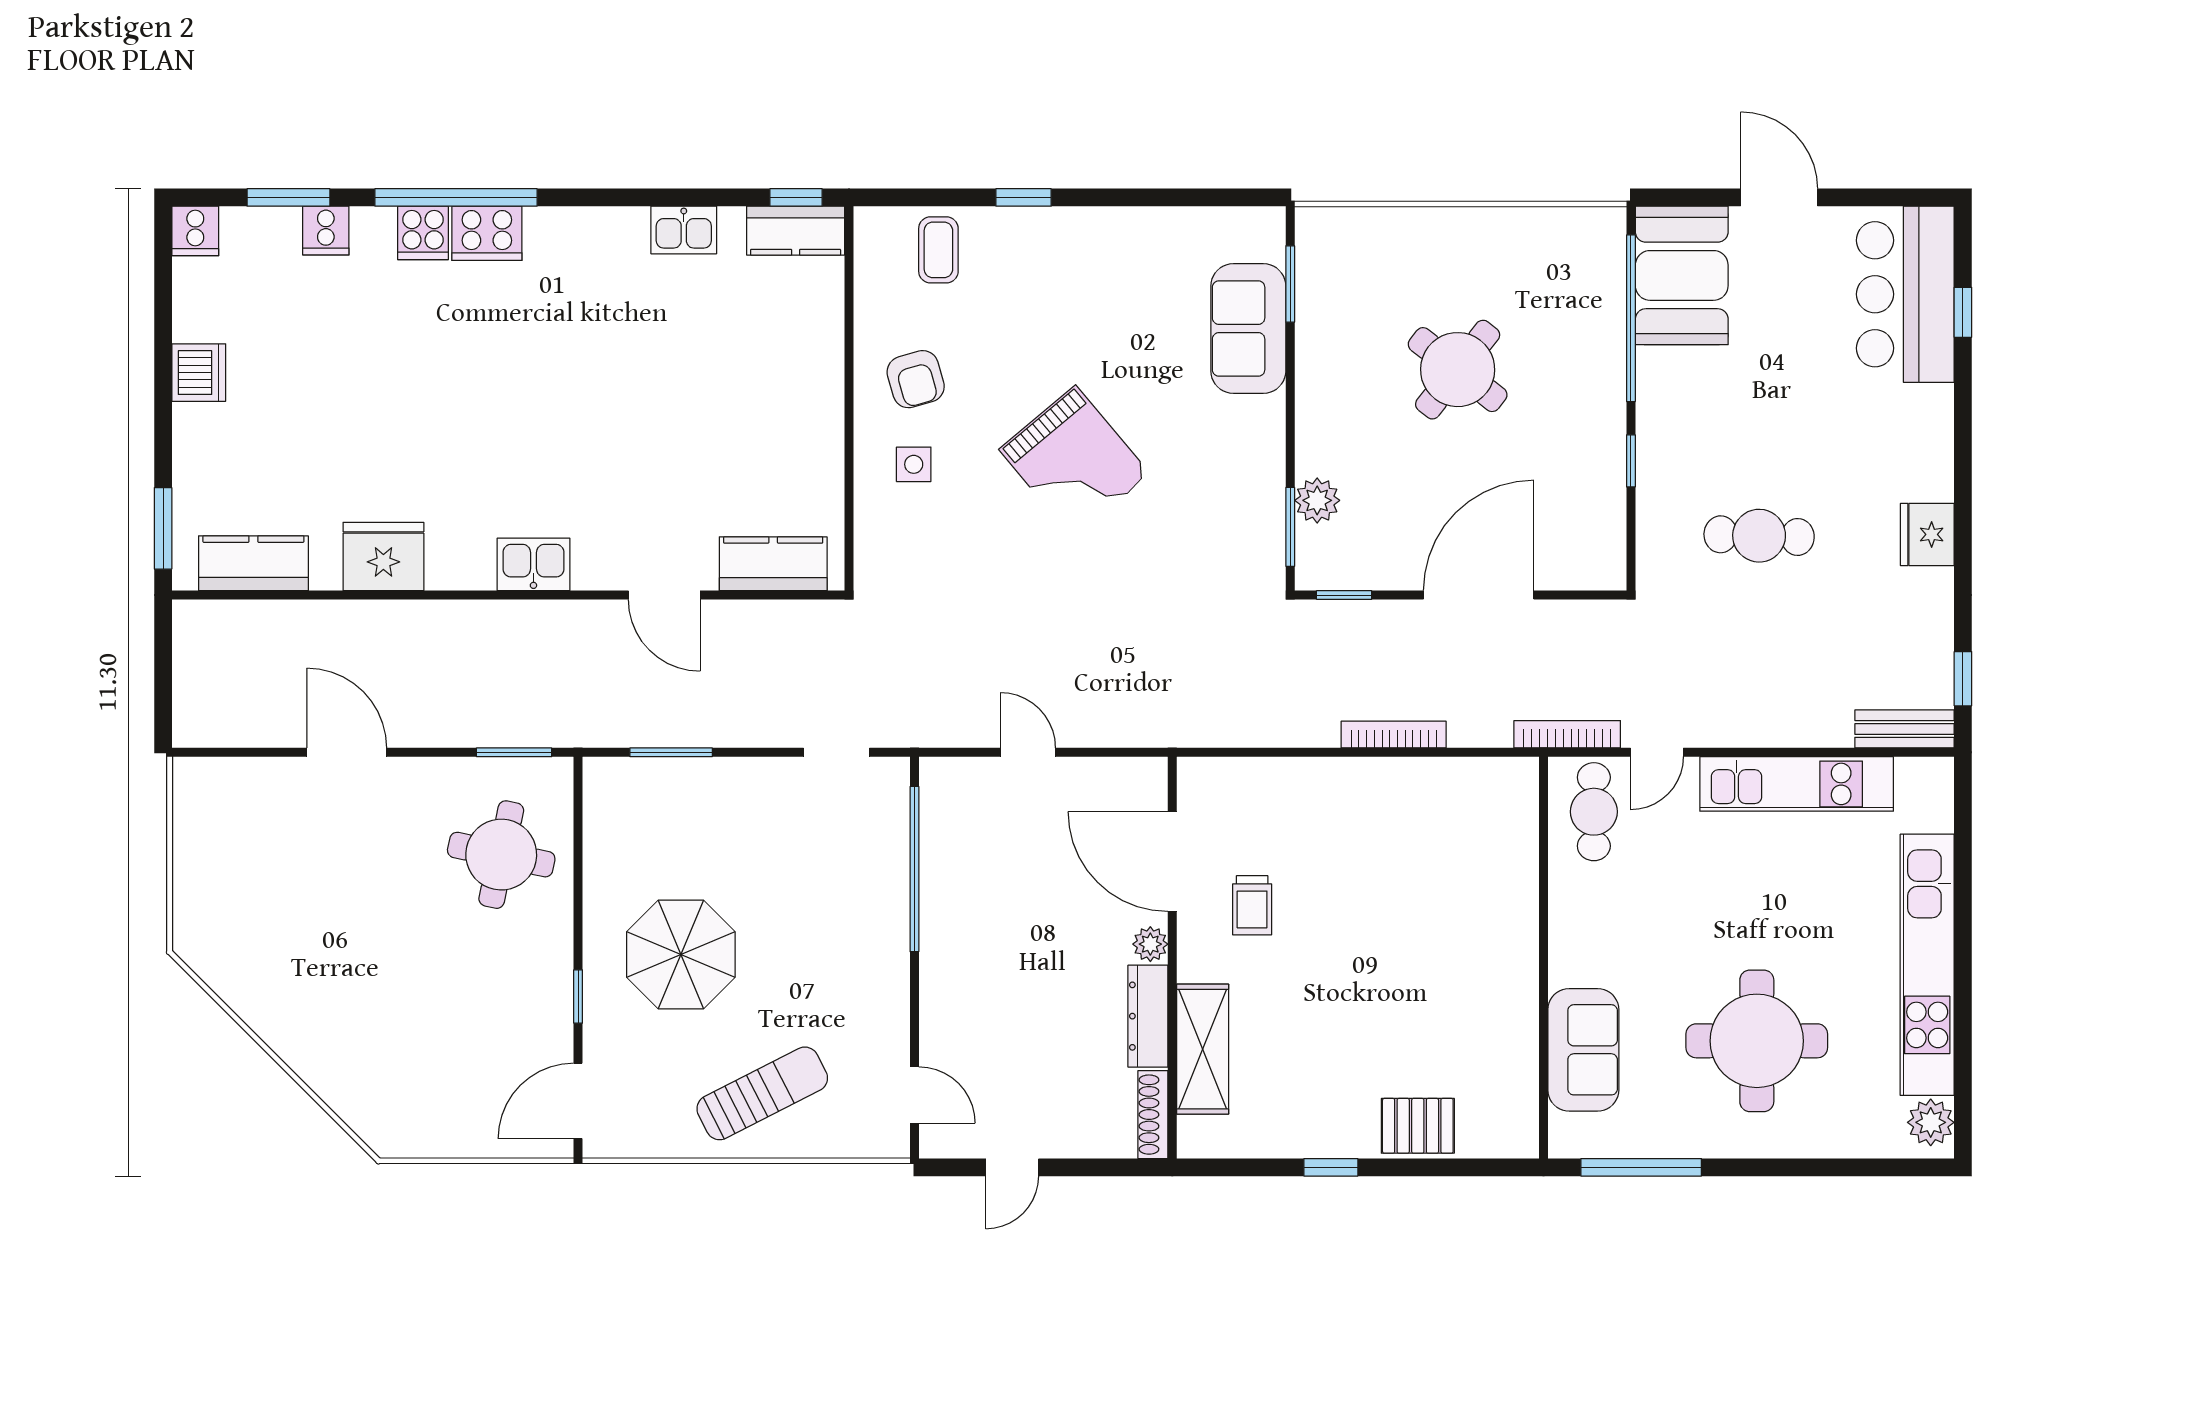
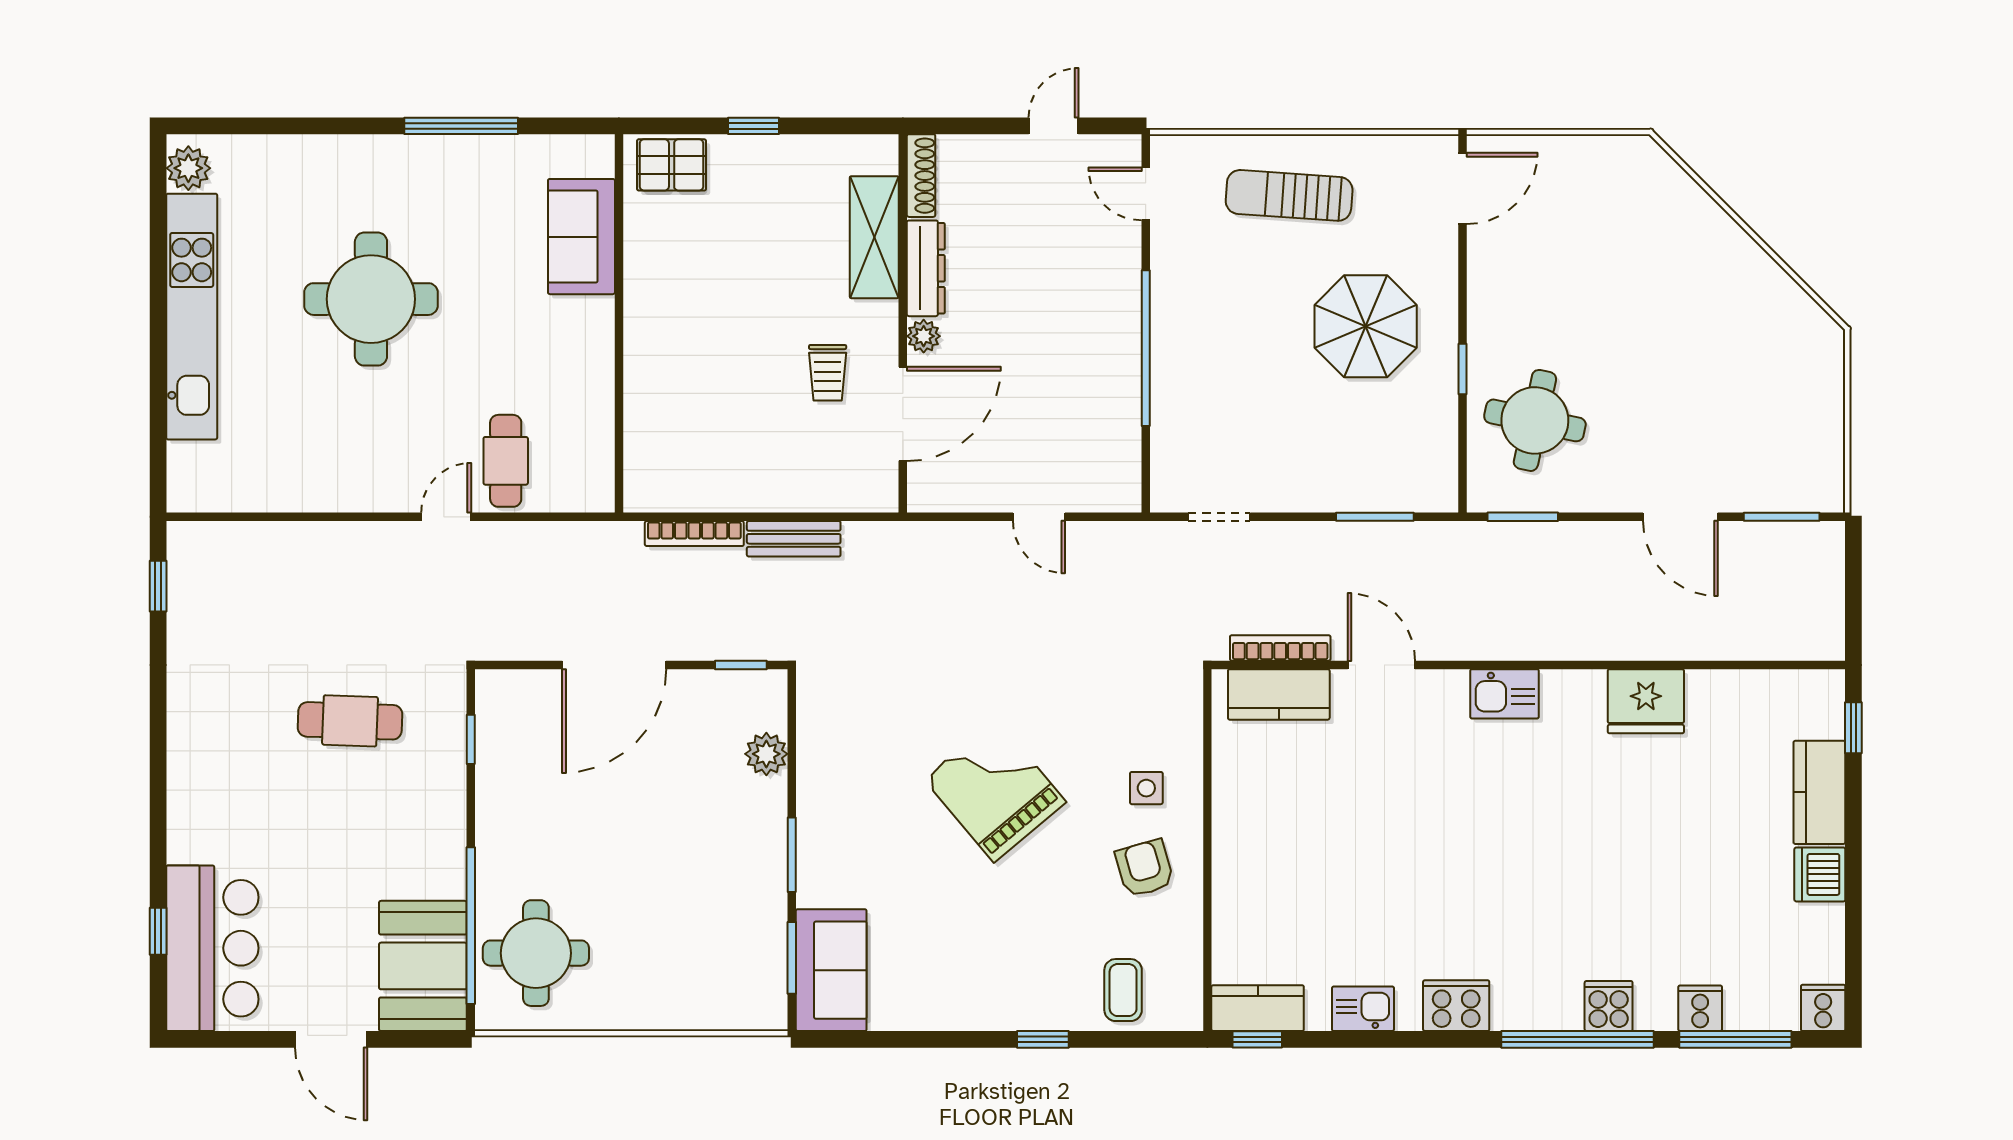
window: (288, 197) -> (1735, 1039), width x1.44
cooker: (487, 233) -> (1456, 1006), moved
sofa: (1248, 329) -> (831, 970), moved
round table: (1458, 370) -> (536, 953), moved, turned -38
window: (1631, 461) -> (471, 739), moved
window: (1290, 527) -> (792, 855), moved
window: (163, 528) -> (1853, 728), width x0.67
fridge: (1927, 534) -> (192, 722), removed
kitchen counter: (253, 563) -> (1819, 792), moved, turned 90
bench: (1905, 729) -> (794, 539), moved
bookcase: (1567, 734) -> (1280, 648), moved, turned 180
window: (239, 752) -> (1782, 517), added
kitchen unit: (1797, 784) -> (315, 487), removed
door: (1172, 861) -> (903, 414), hinge flipped
window: (914, 869) -> (1146, 348), moved
trolley: (1252, 905) -> (828, 373), turned 180
wall: (1544, 958) -> (619, 323), moved
window: (578, 997) -> (1463, 369), moved
round table: (1757, 1041) -> (371, 299), moved
sofa: (1583, 1050) -> (581, 237), moved
sun lounger: (762, 1093) -> (1289, 195), turned 31

